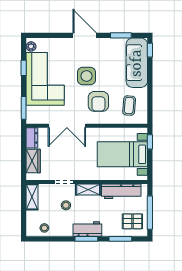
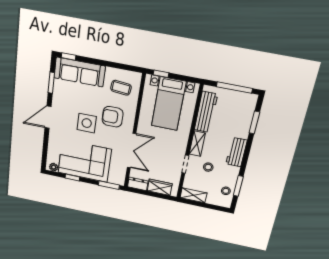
armchair: (98, 101) -> (113, 117), turned 180
pallet: (132, 221) -> (239, 107), removed
window: (86, 239) -> (238, 186), moved

